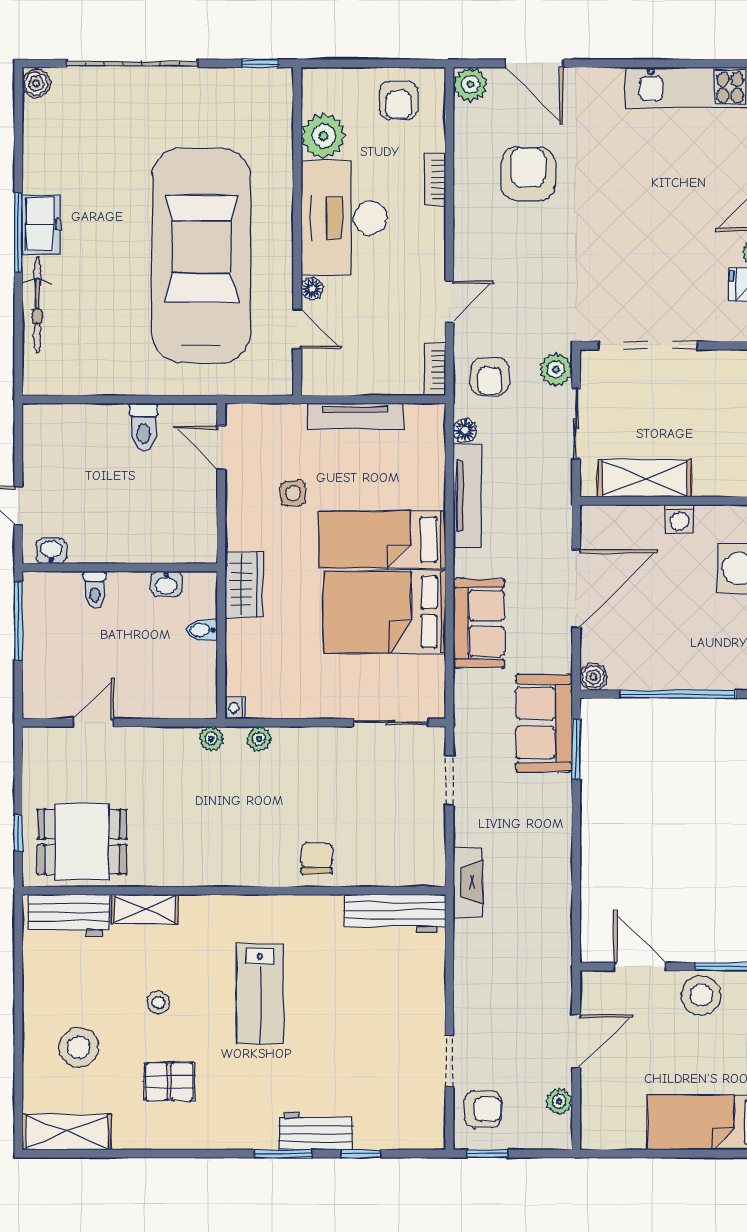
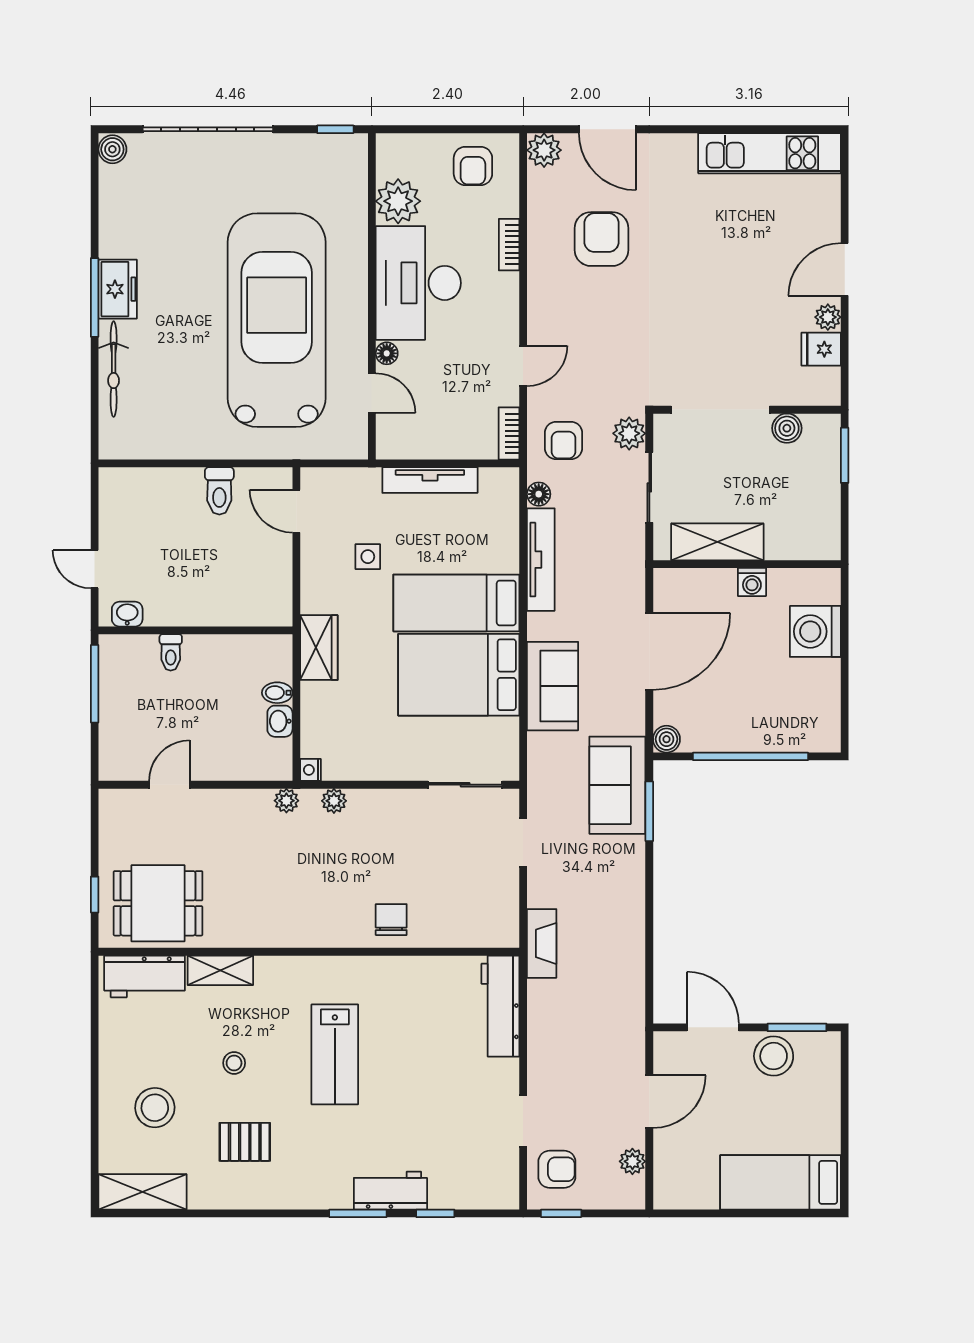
boiler: (715, 364) -> (787, 428), added
washbasin: (166, 584) -> (280, 721), moved, turned 90
workbench: (395, 913) -> (500, 1006), moved, turned 90

